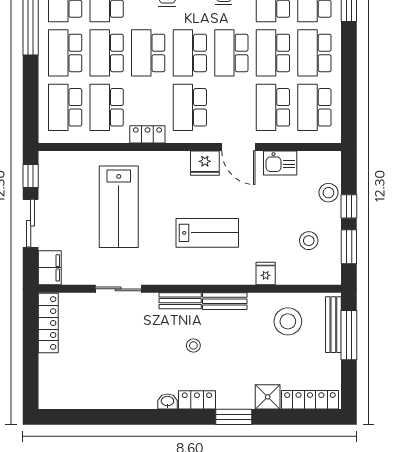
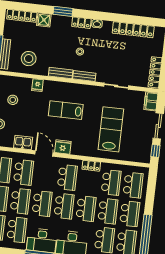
locker: (98, 398) -> (133, 30), added

